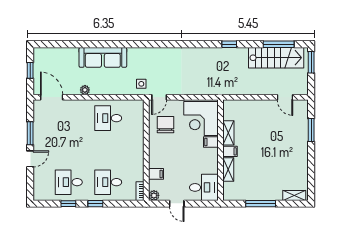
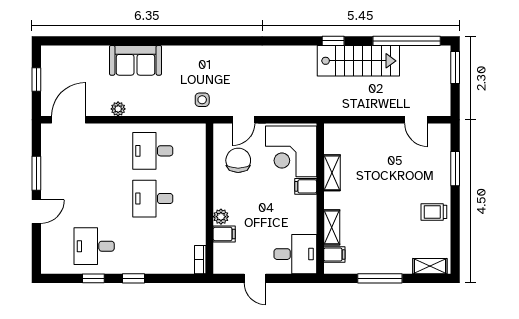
window: (279, 44) -> (407, 41), width x1.46
sofa: (103, 57) -> (135, 60), width x0.73
stairs: (276, 58) -> (358, 61), moved
door: (52, 97) -> (68, 120), hinge flipped
door: (159, 97) -> (244, 120), moved
filing cabinet: (230, 151) -> (334, 255), moved
trolley: (297, 159) -> (434, 212), added
desk: (108, 182) -> (153, 199), moved
plant: (154, 195) -> (221, 217), moved

